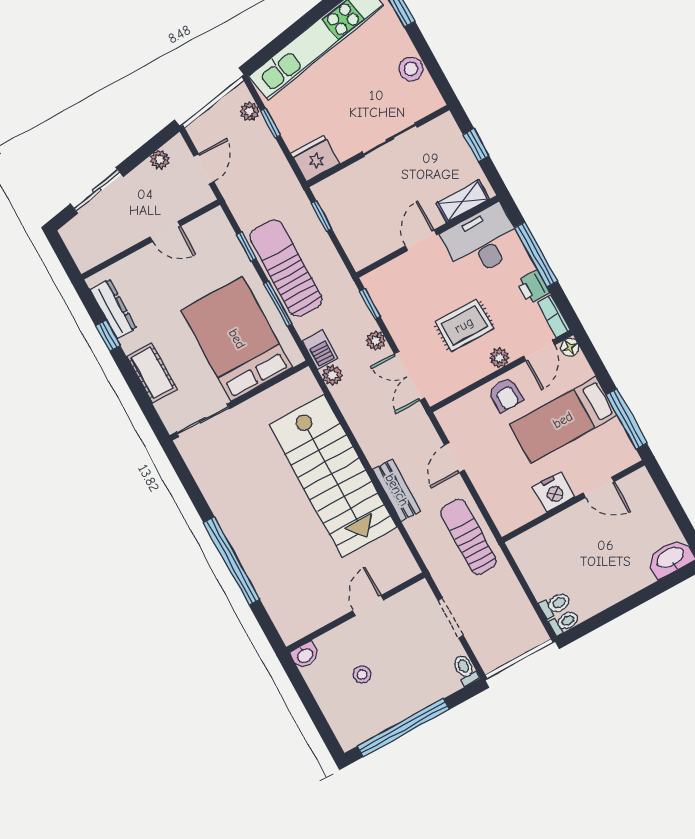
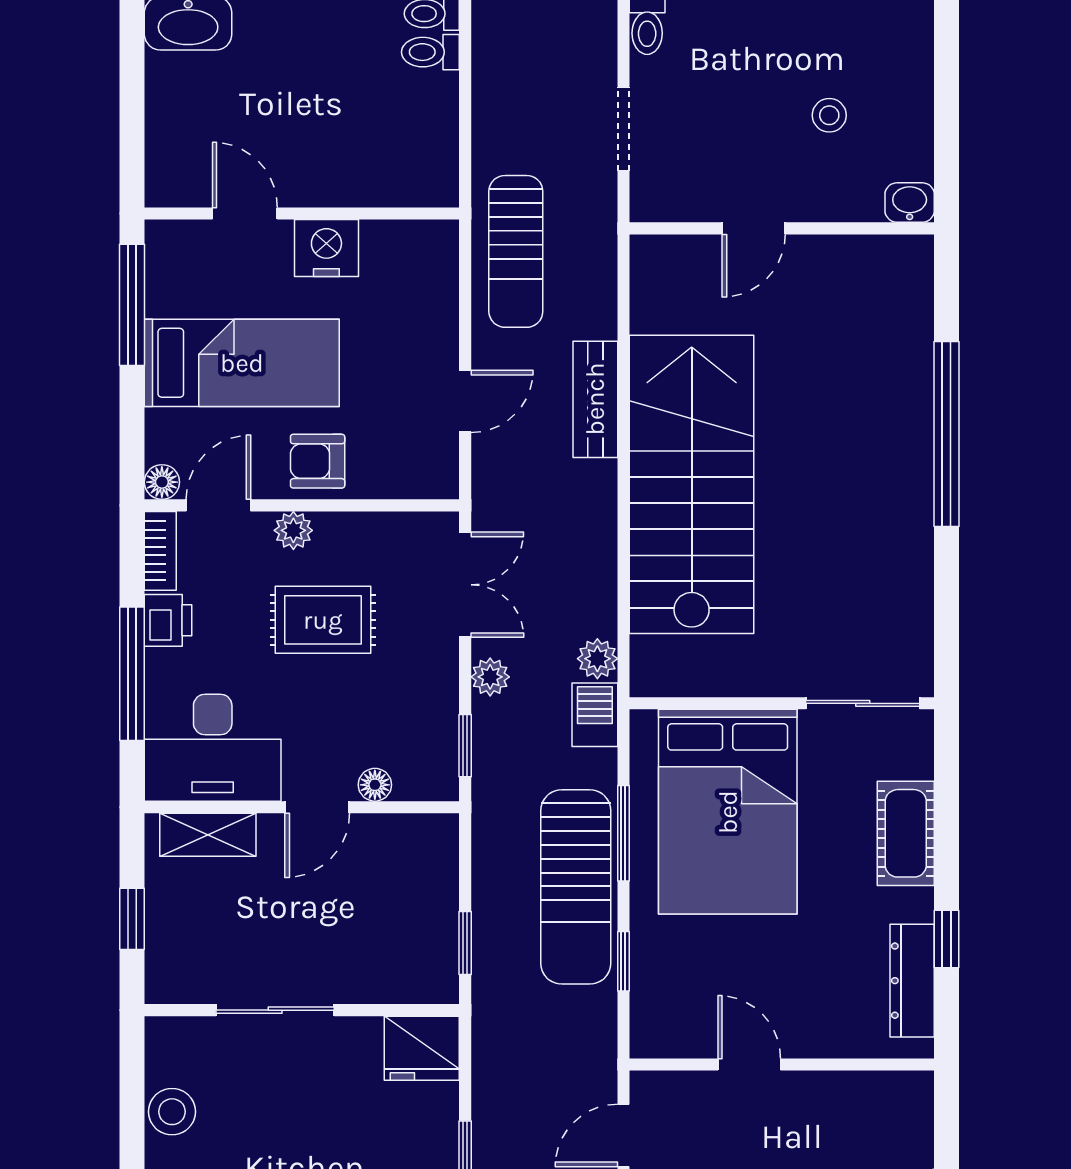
floor lamp: (401, 264) -> (375, 785), added
armchair: (505, 395) -> (318, 461), turned -90

